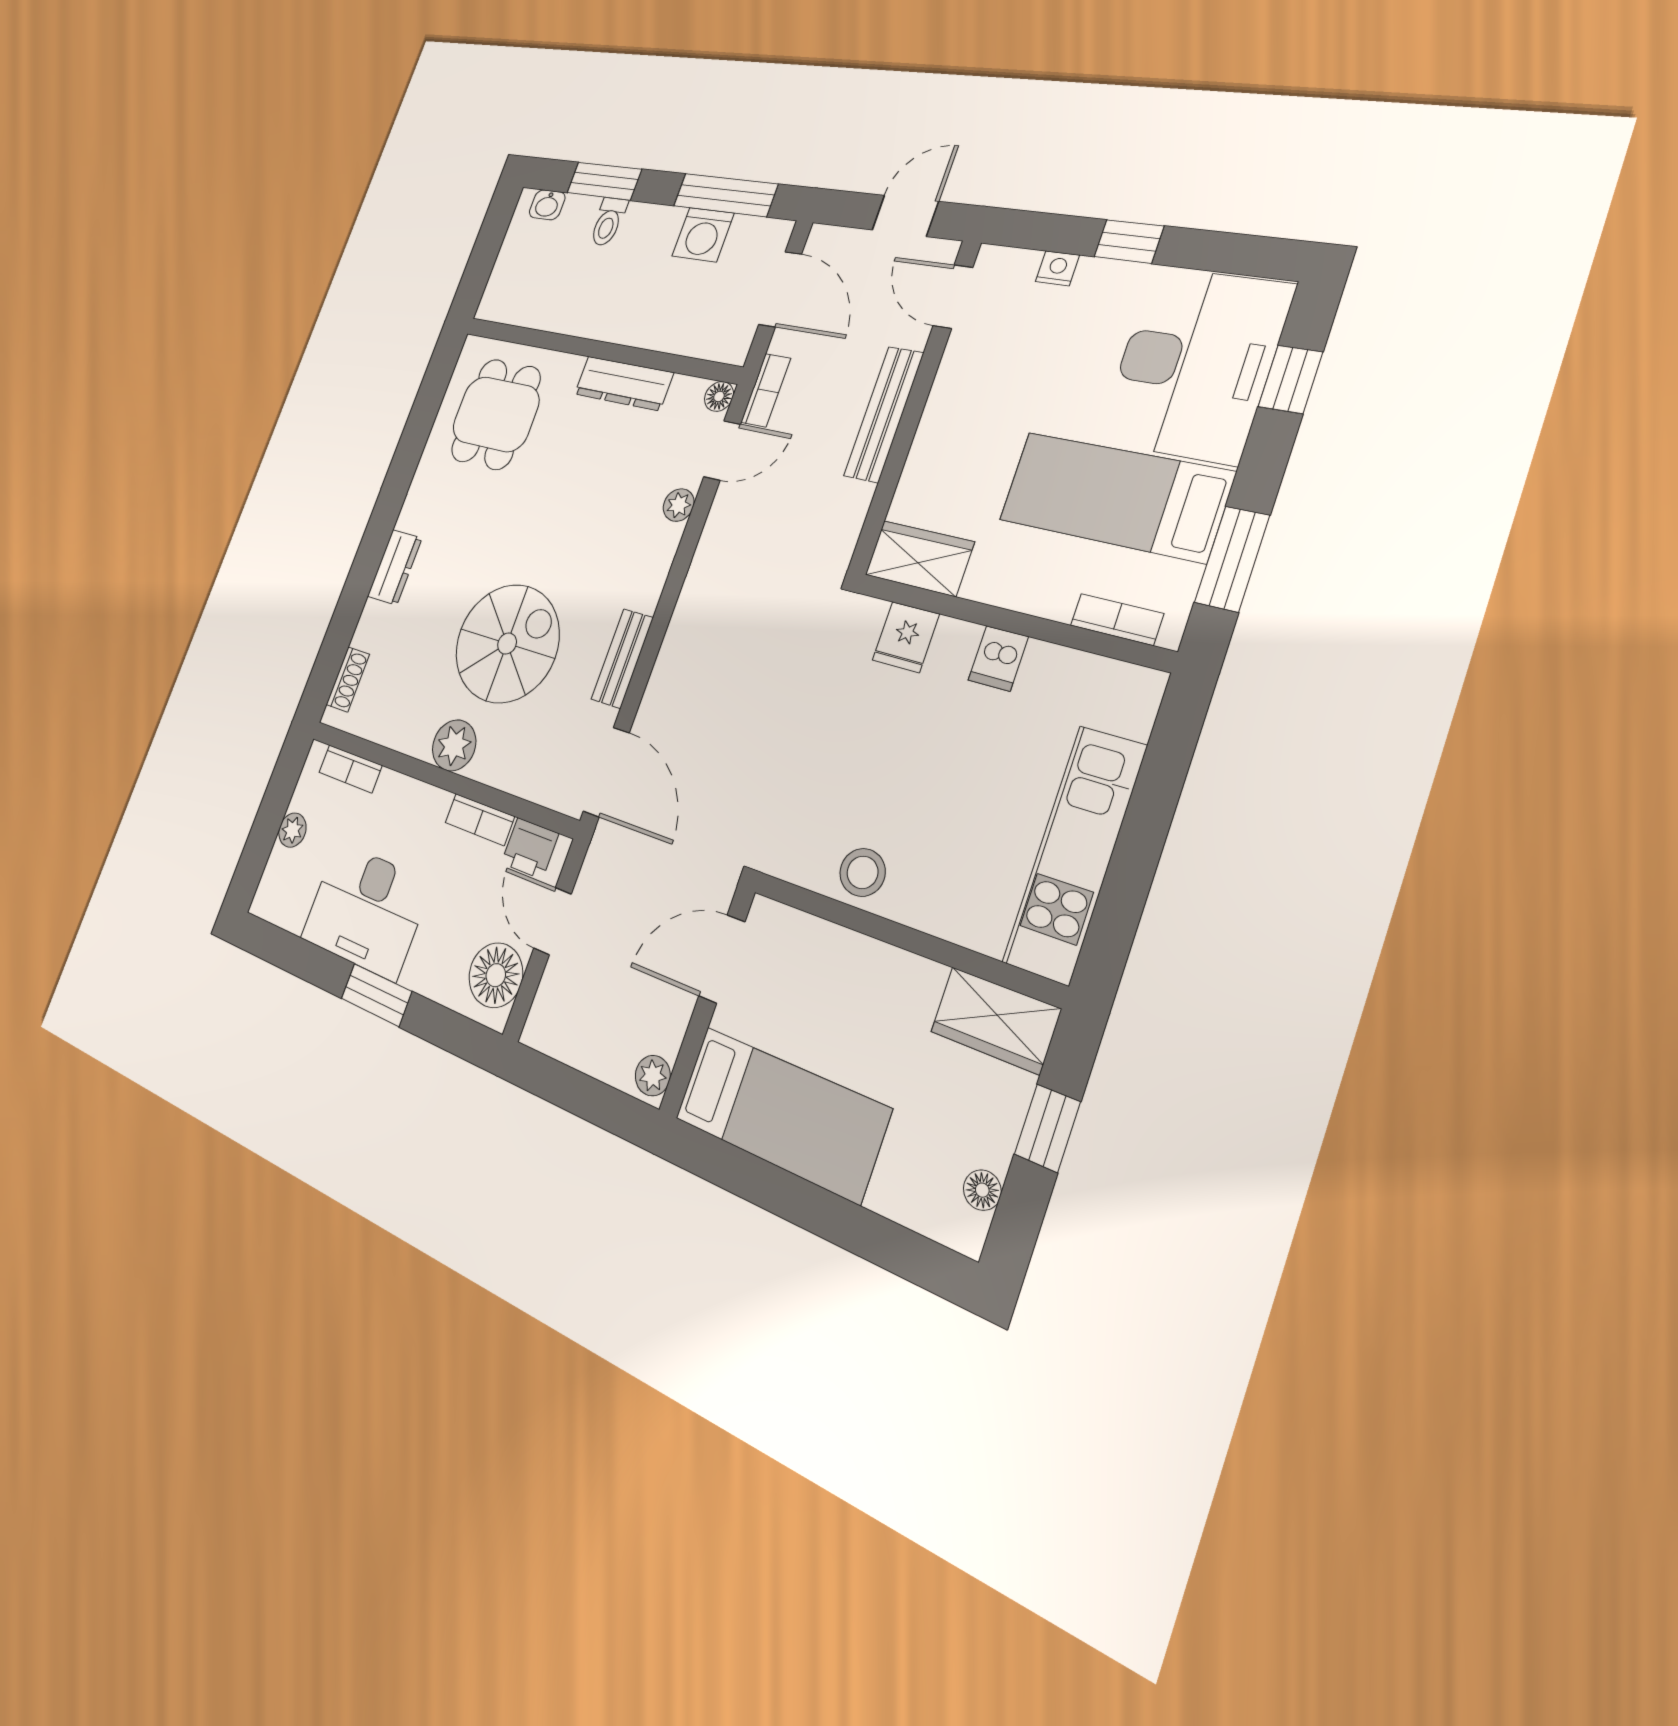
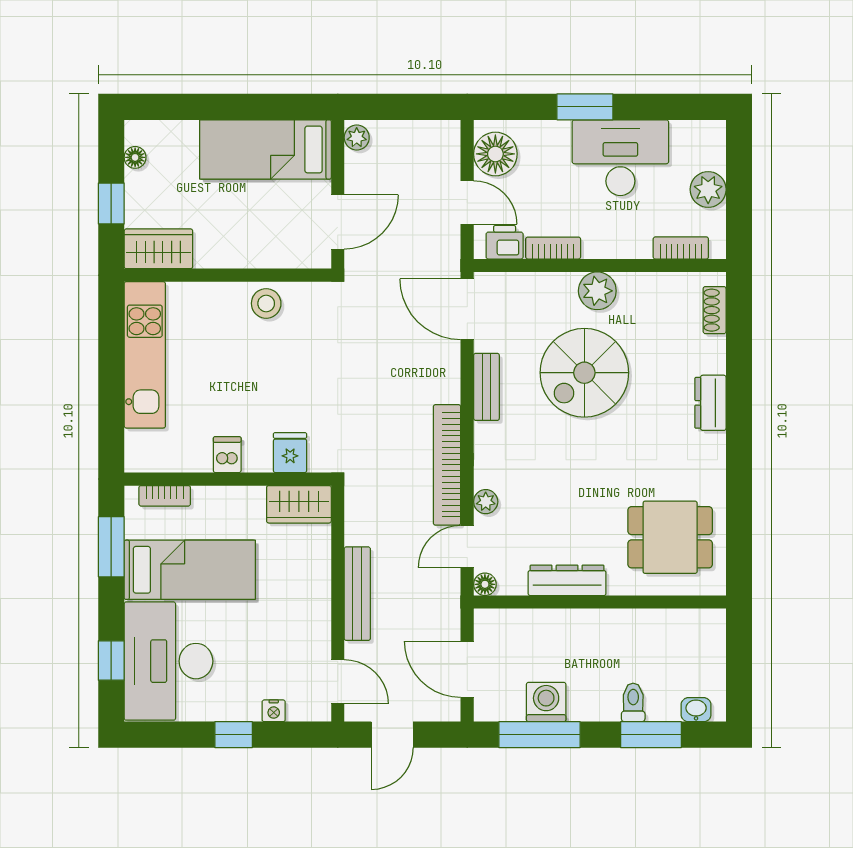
bookcase: (766, 390) -> (447, 465), moved, width x2.31, depth x1.31
dining table: (496, 414) -> (670, 537), turned 90
plant: (292, 830) -> (708, 189), width x1.38, depth x1.38

